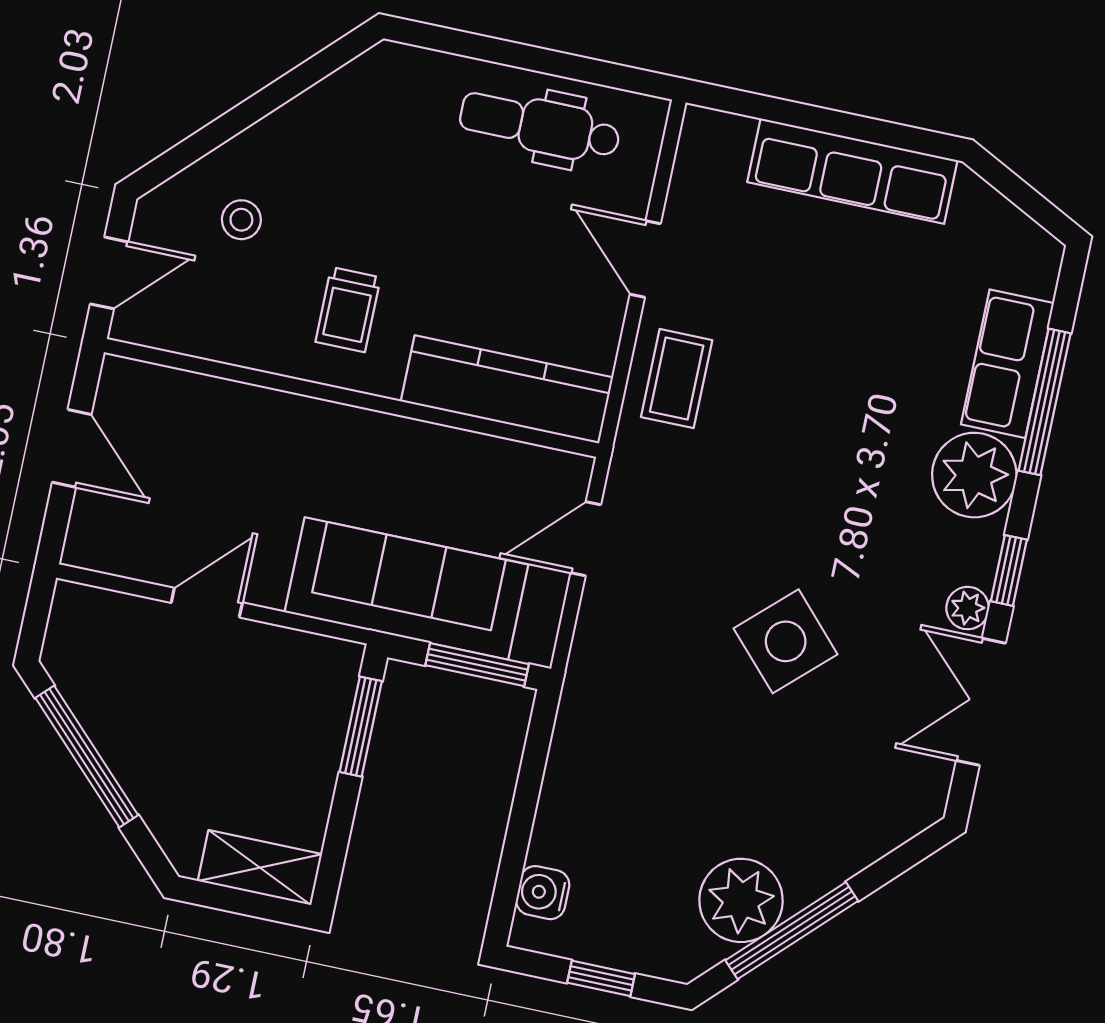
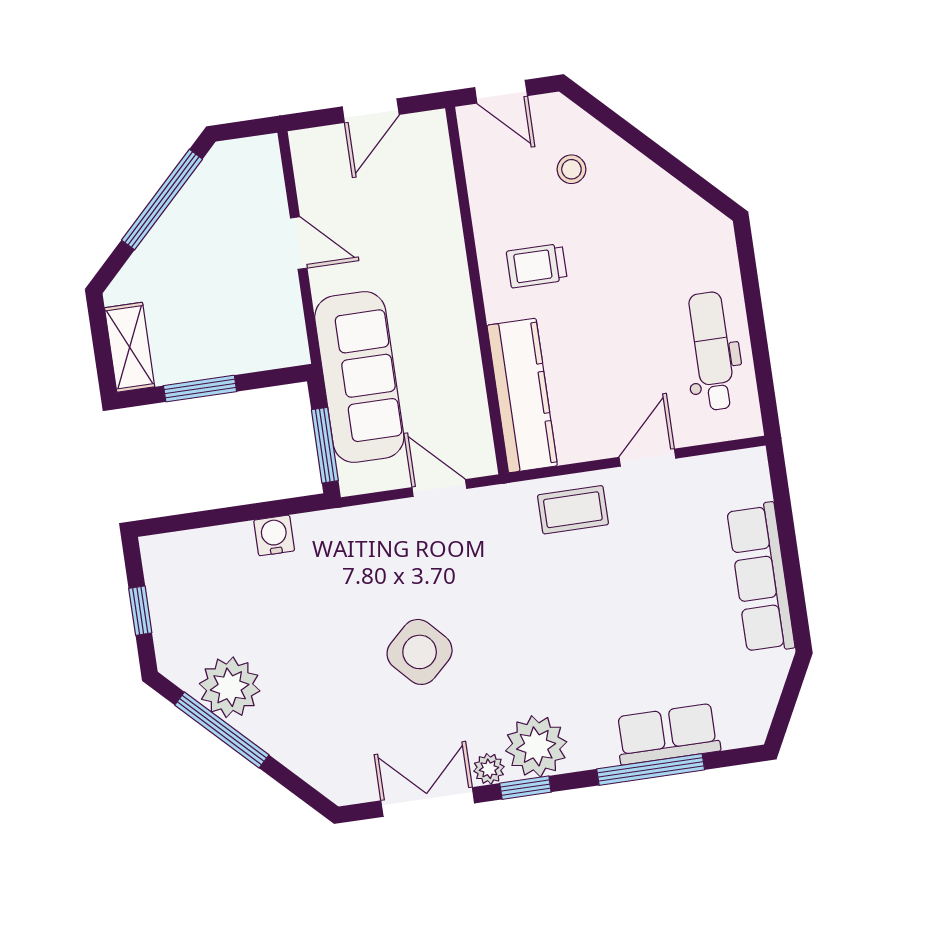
plant: (974, 475) -> (536, 746), moved
window: (361, 727) -> (200, 389), moved
water cooler: (543, 893) -> (274, 535), moved

